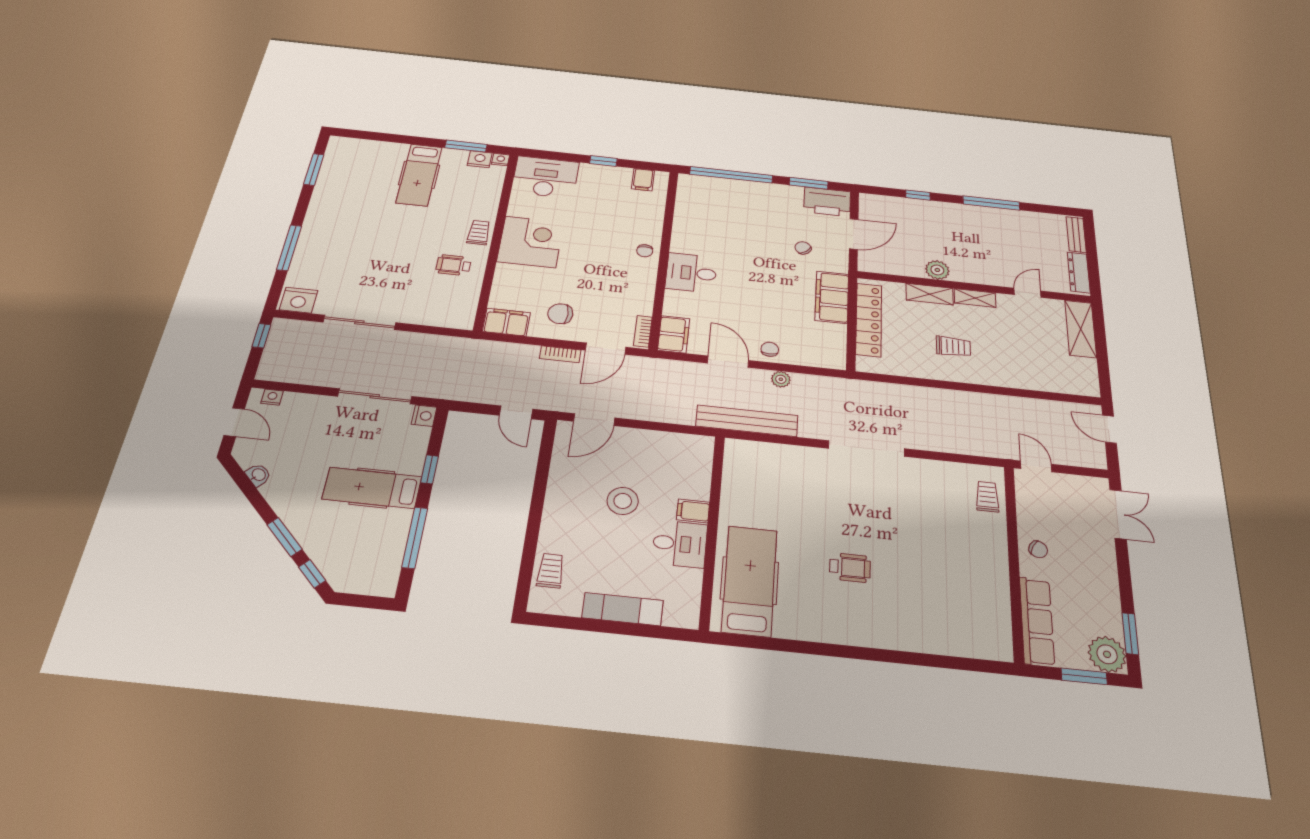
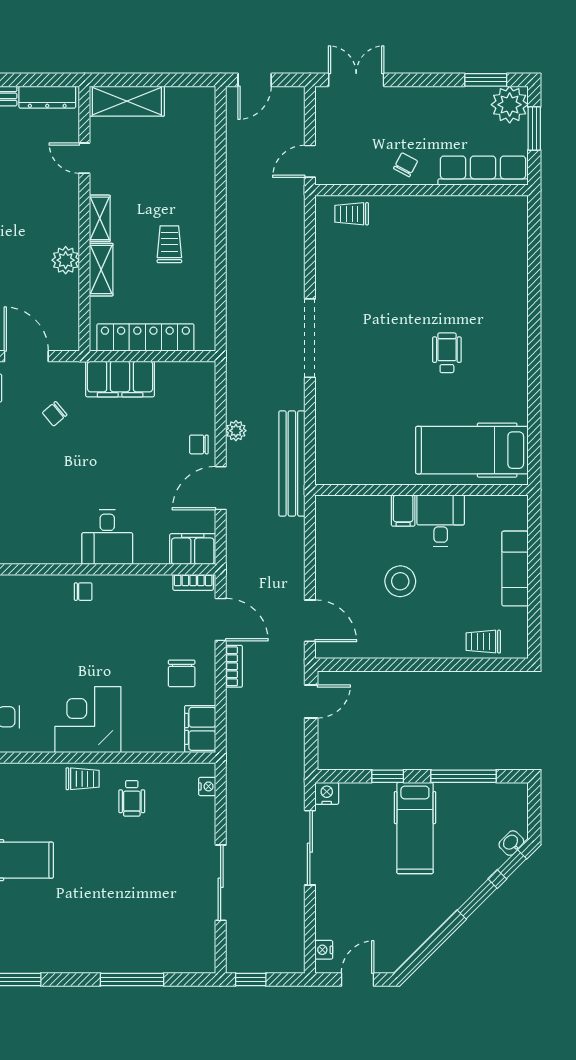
trolley: (479, 232) -> (83, 779), turned 180
nightstand: (299, 300) -> (207, 786), moved, width x0.53, depth x0.56
washbasin: (258, 475) -> (511, 843), moved

